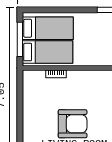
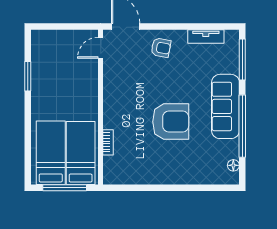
armchair: (73, 124) -> (171, 122), turned 90

